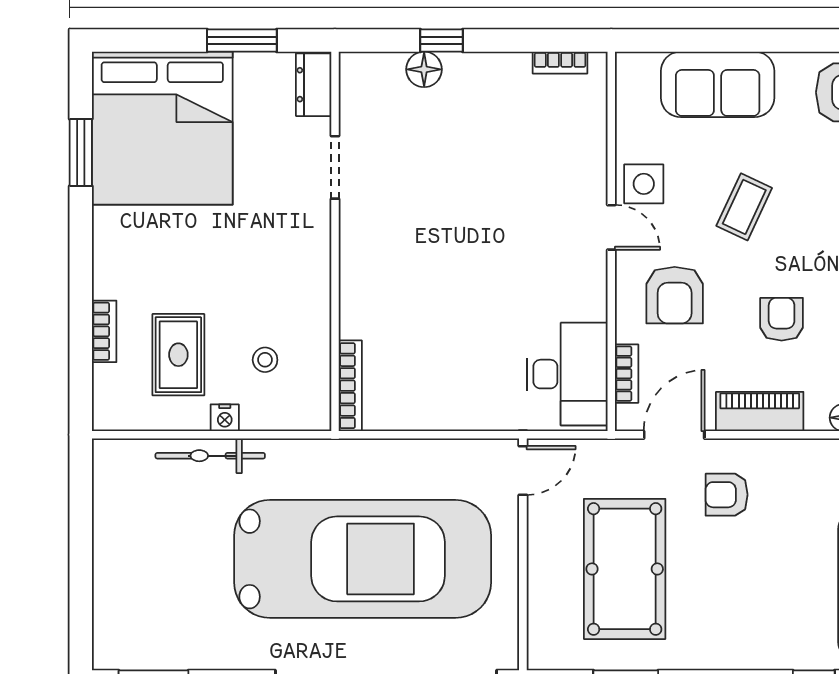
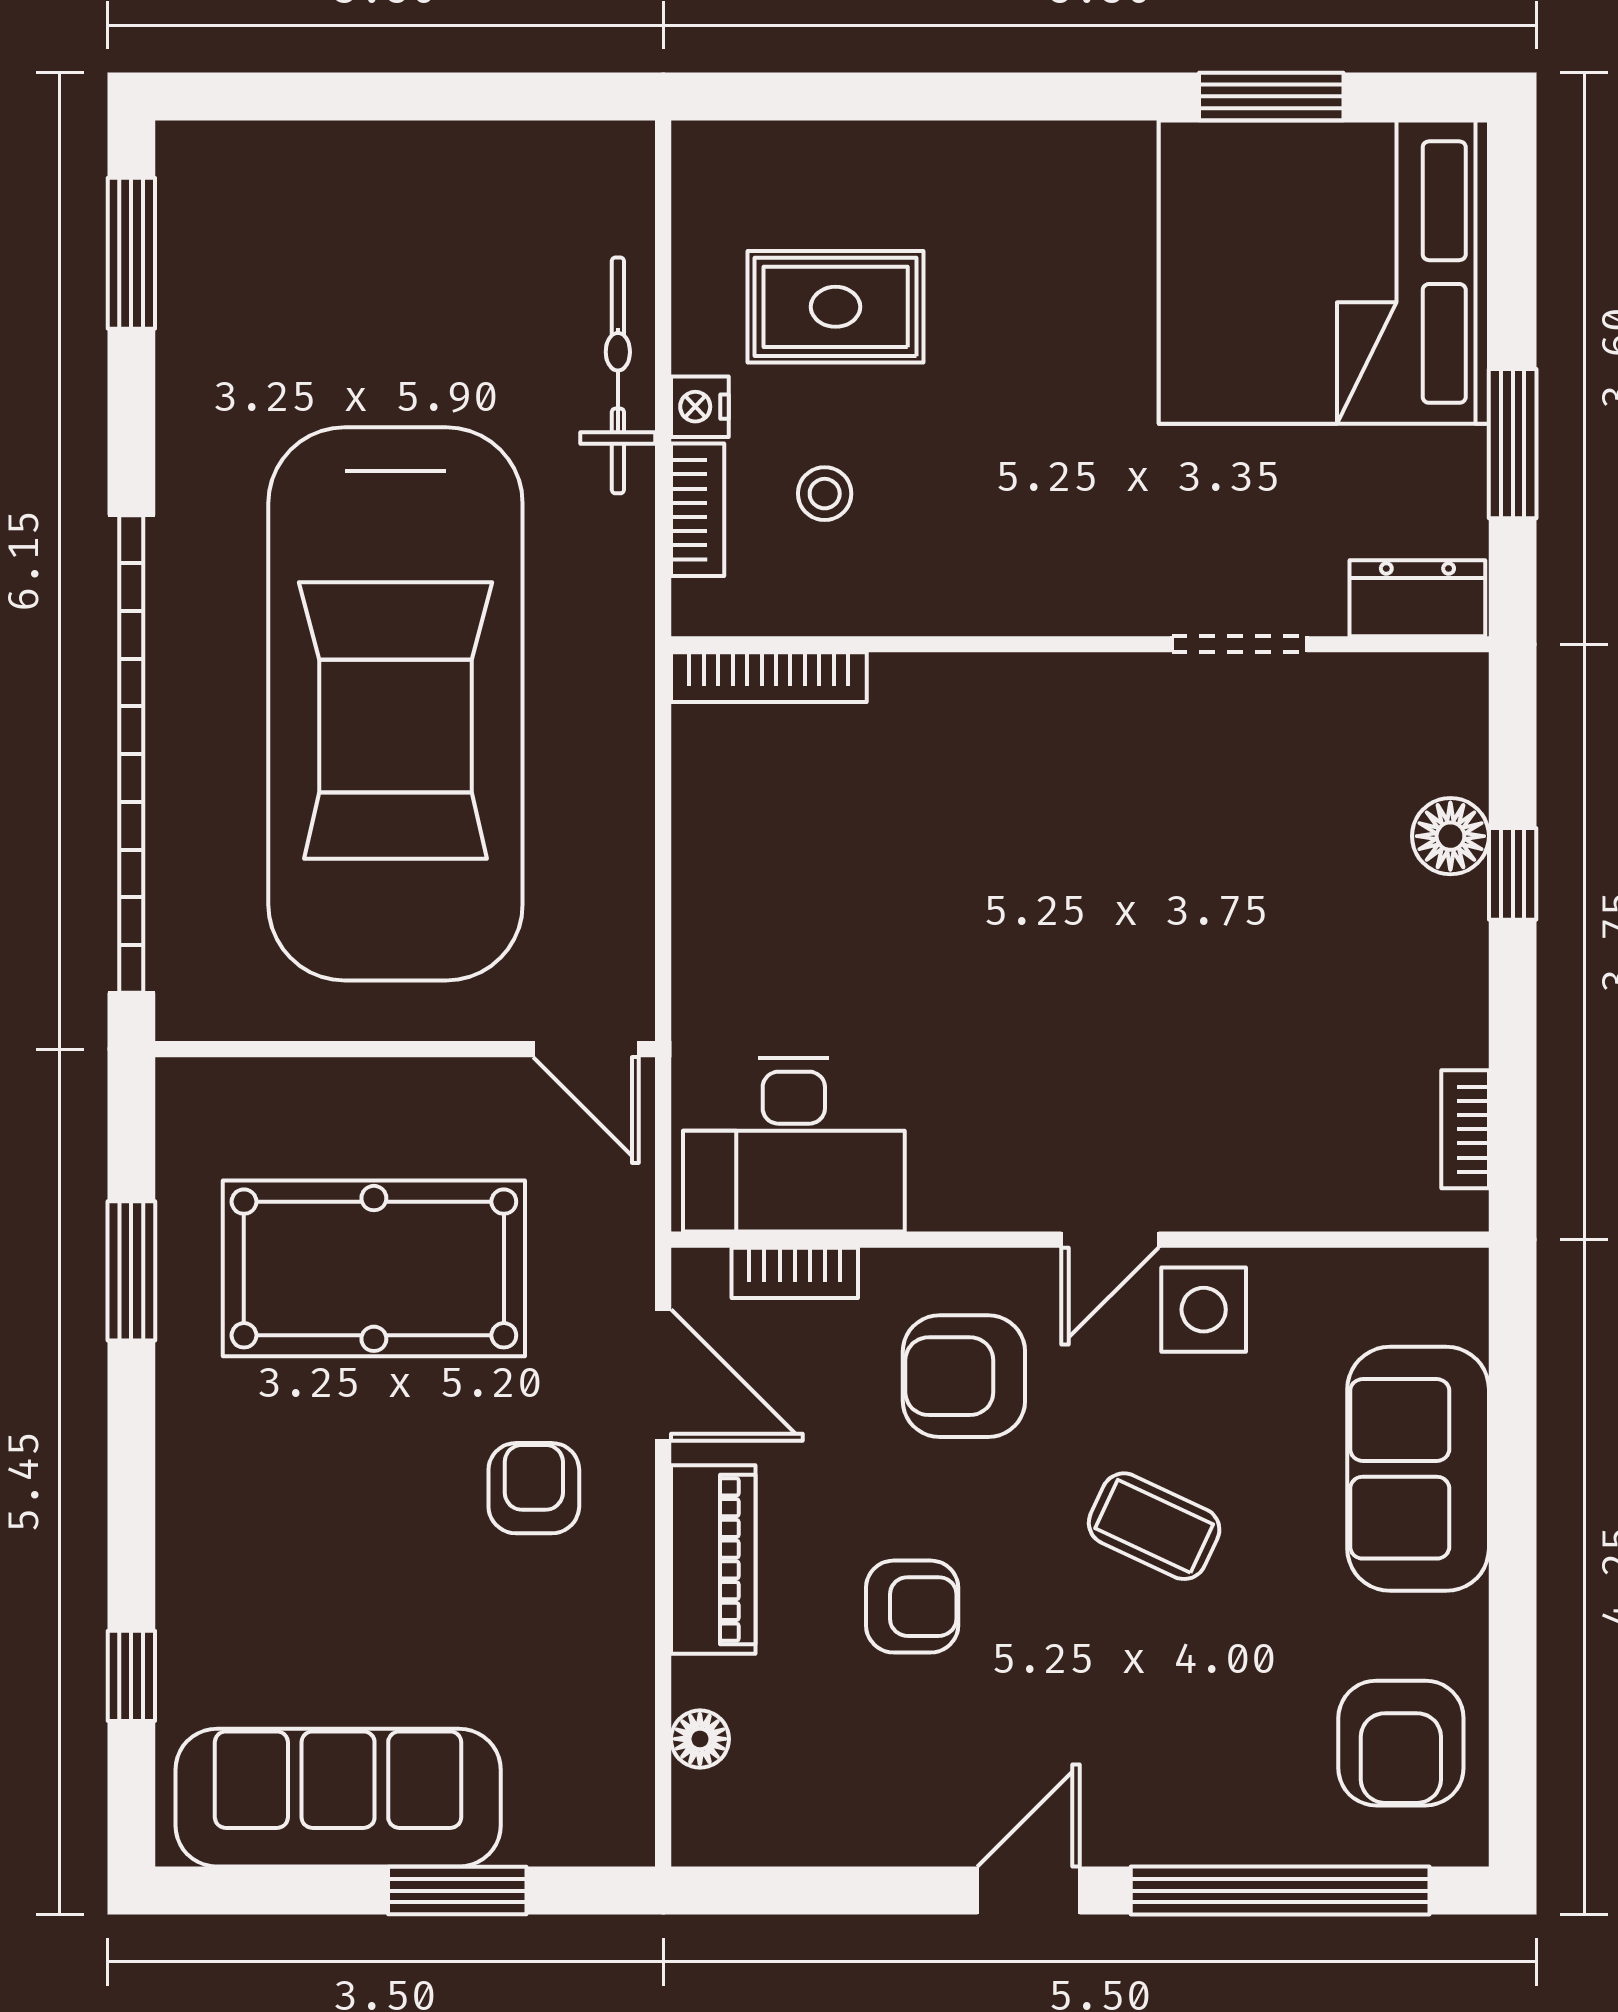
bookcase: (104, 331) -> (698, 510), moved, turned -90

